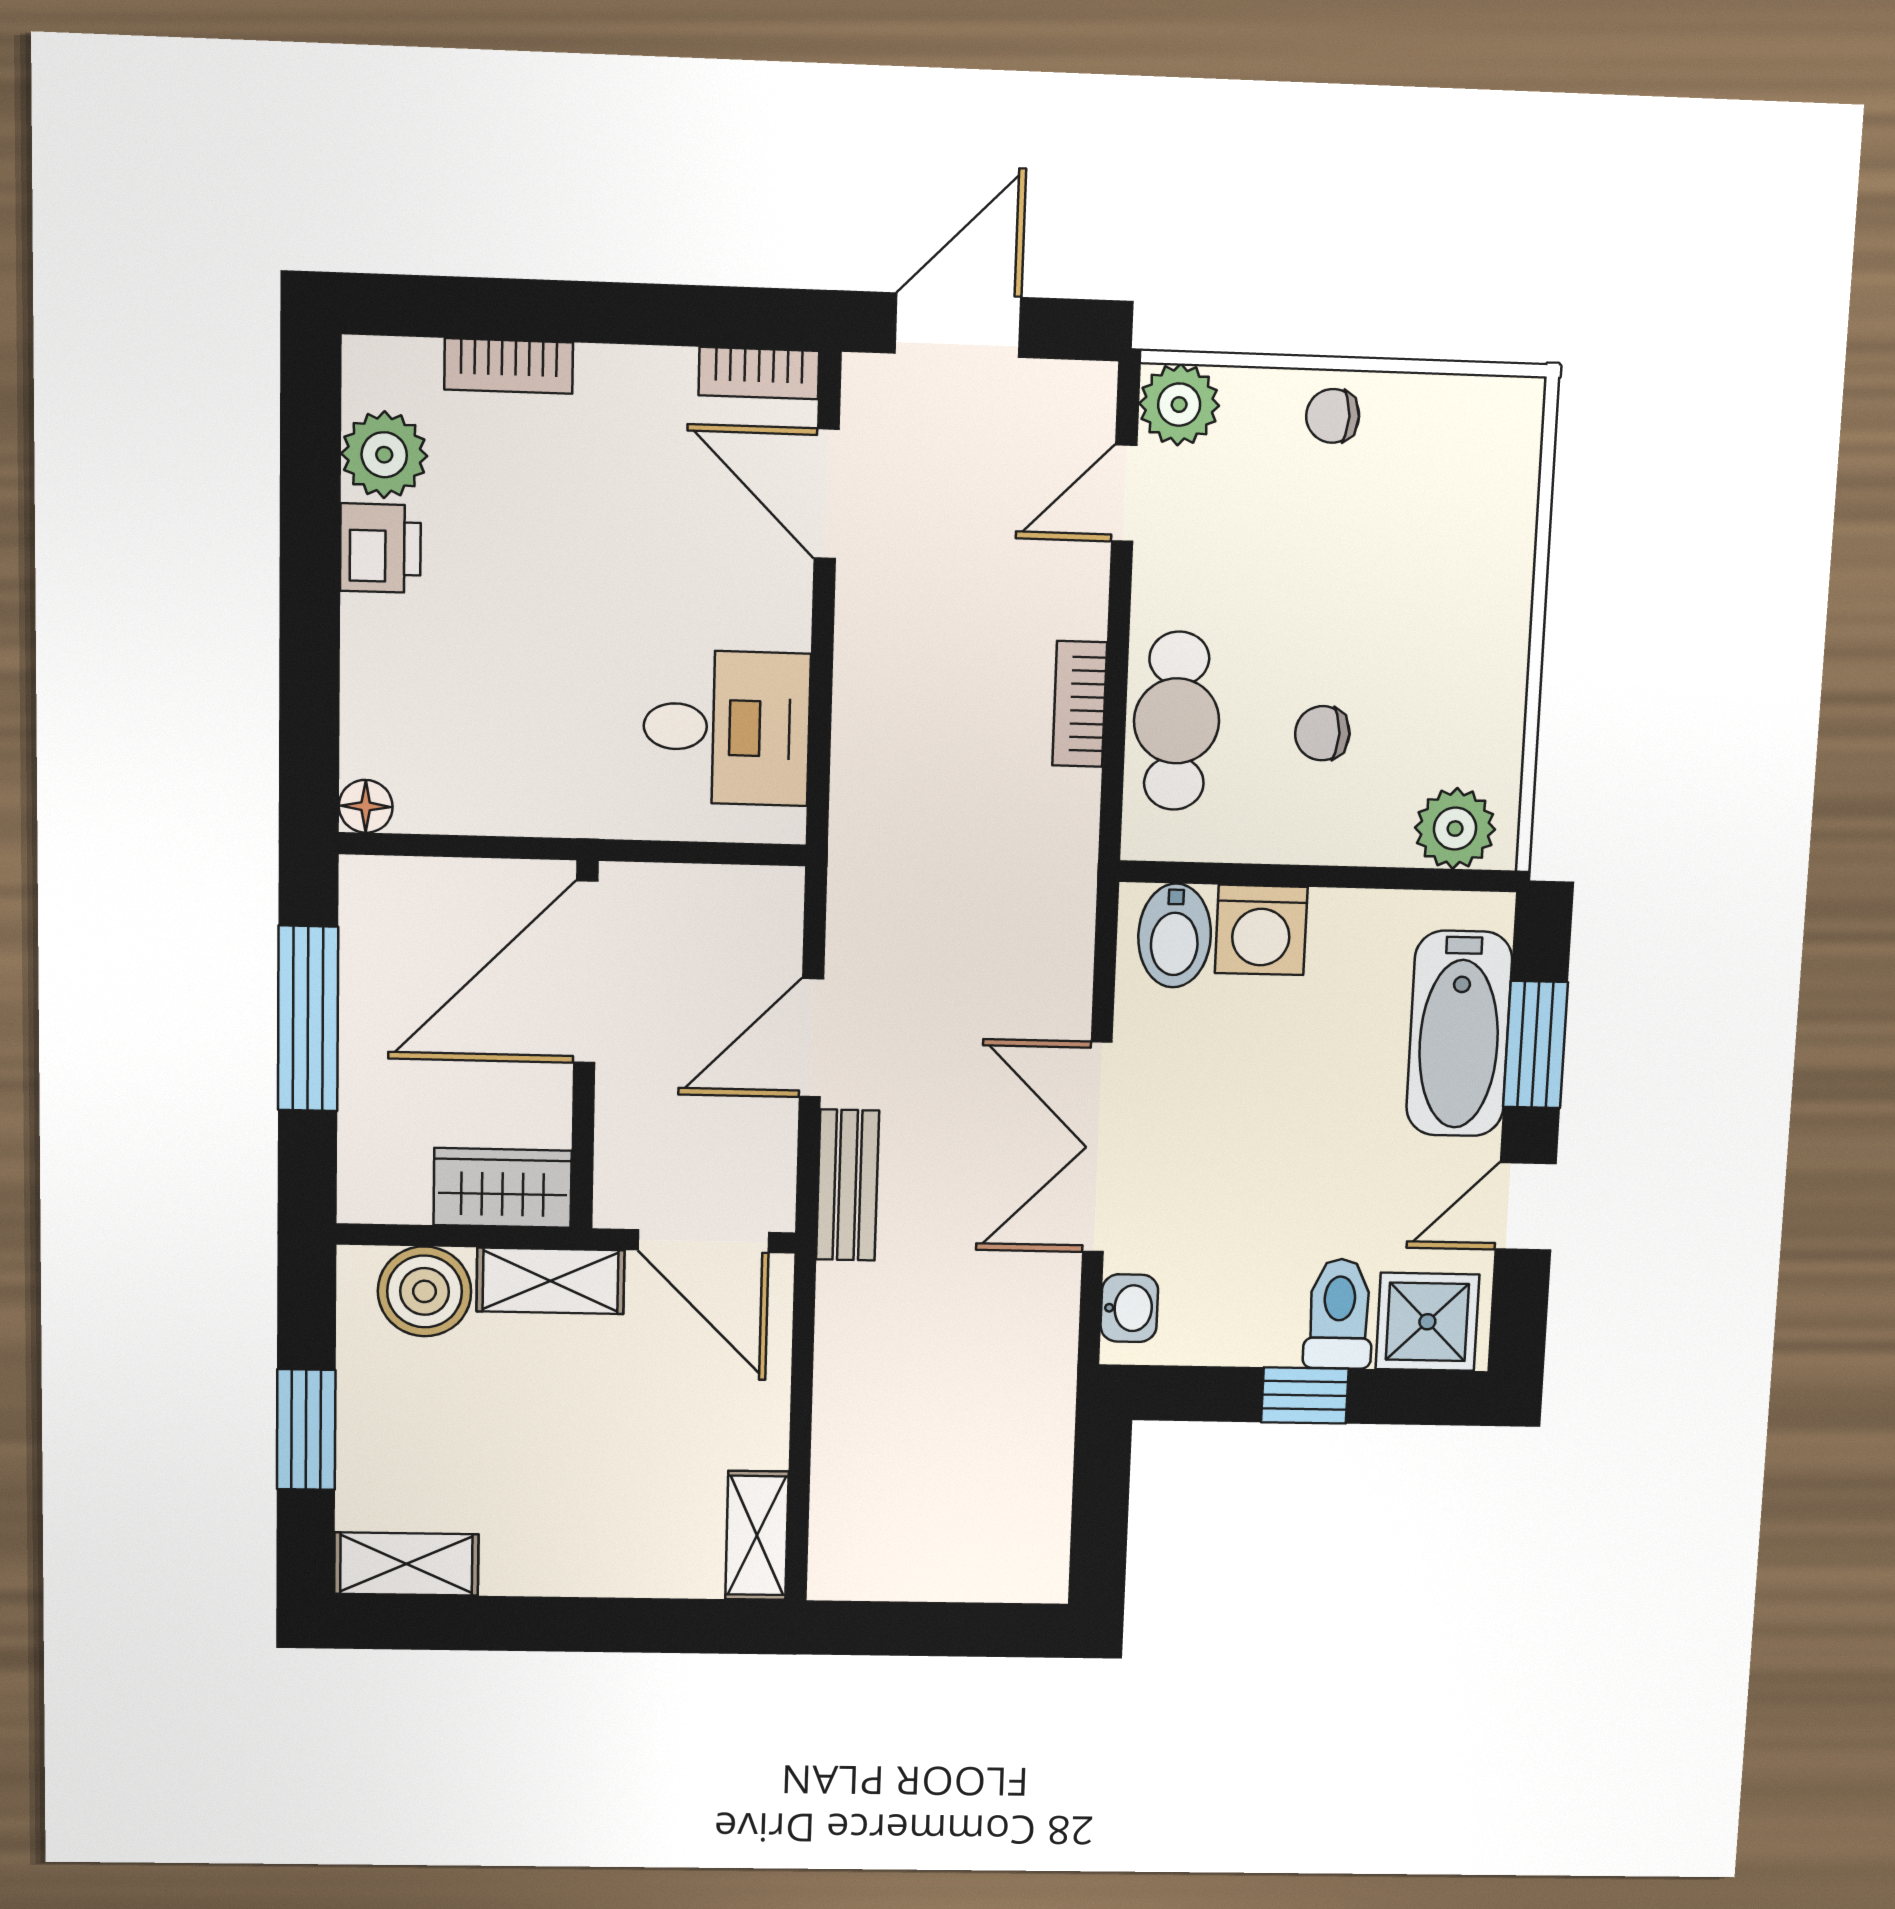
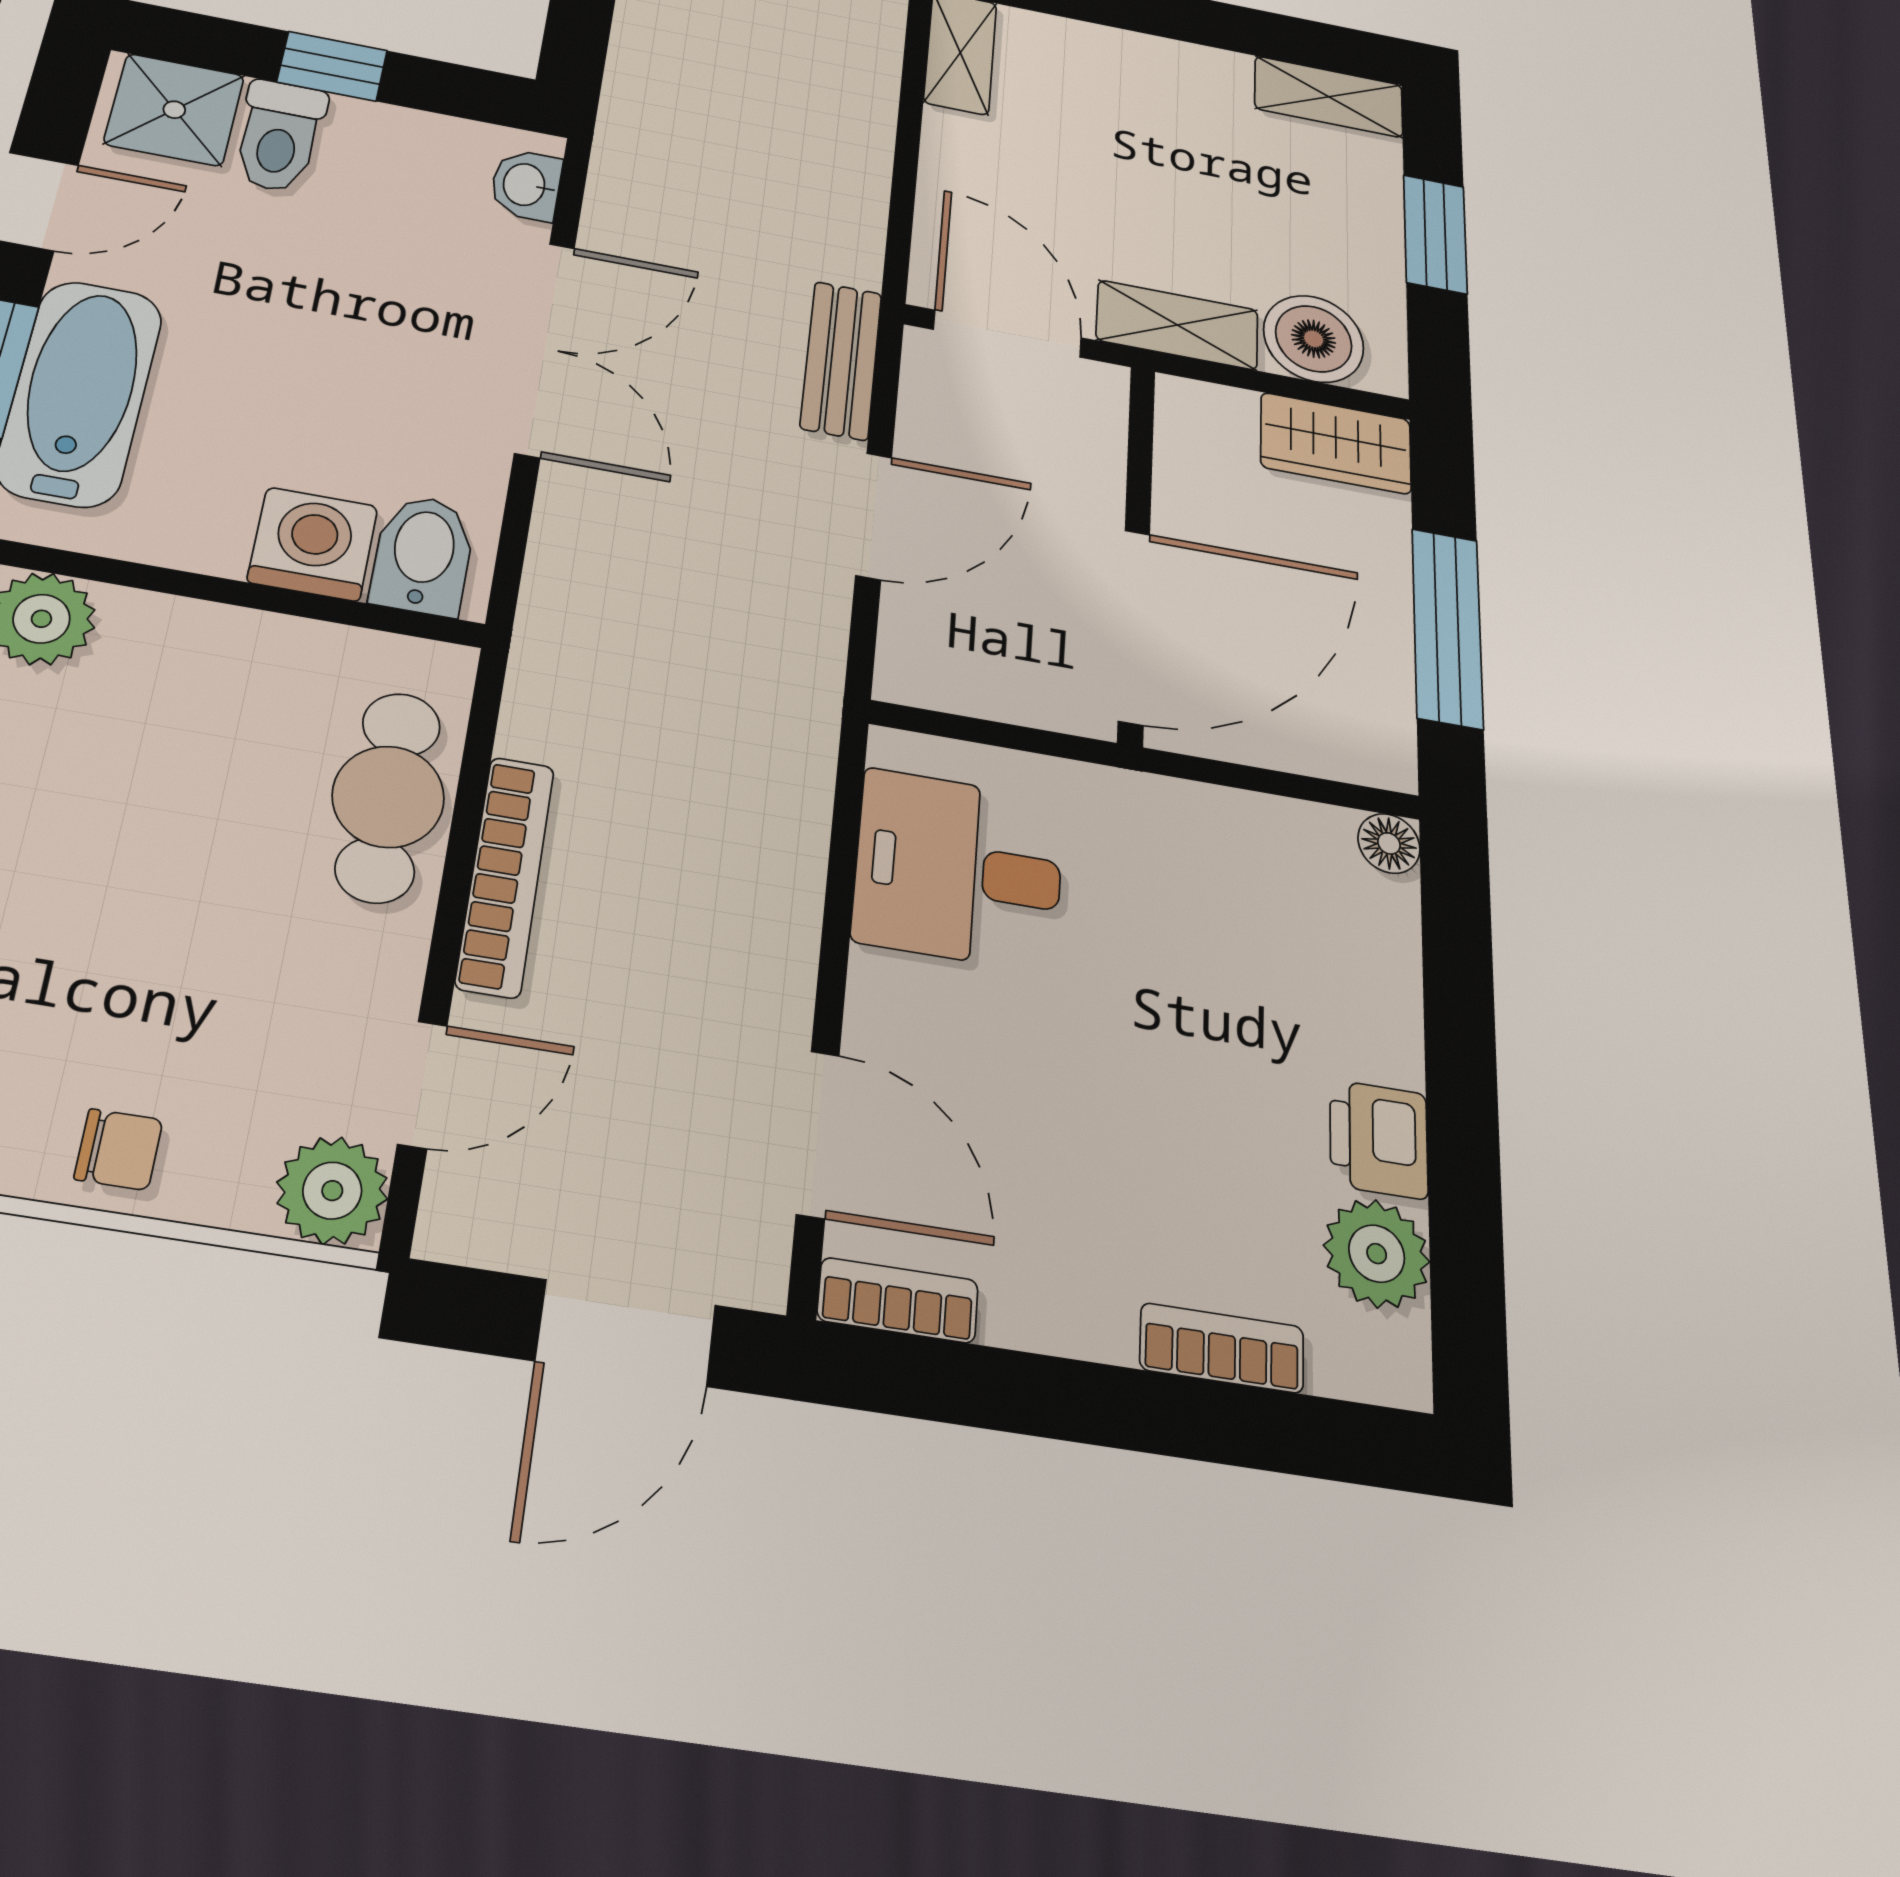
bookcase: (1080, 704) -> (505, 876), width x1.56
chair: (1322, 733) -> (198, 755), removed
wardrobe: (503, 1188) -> (1336, 443), moved

